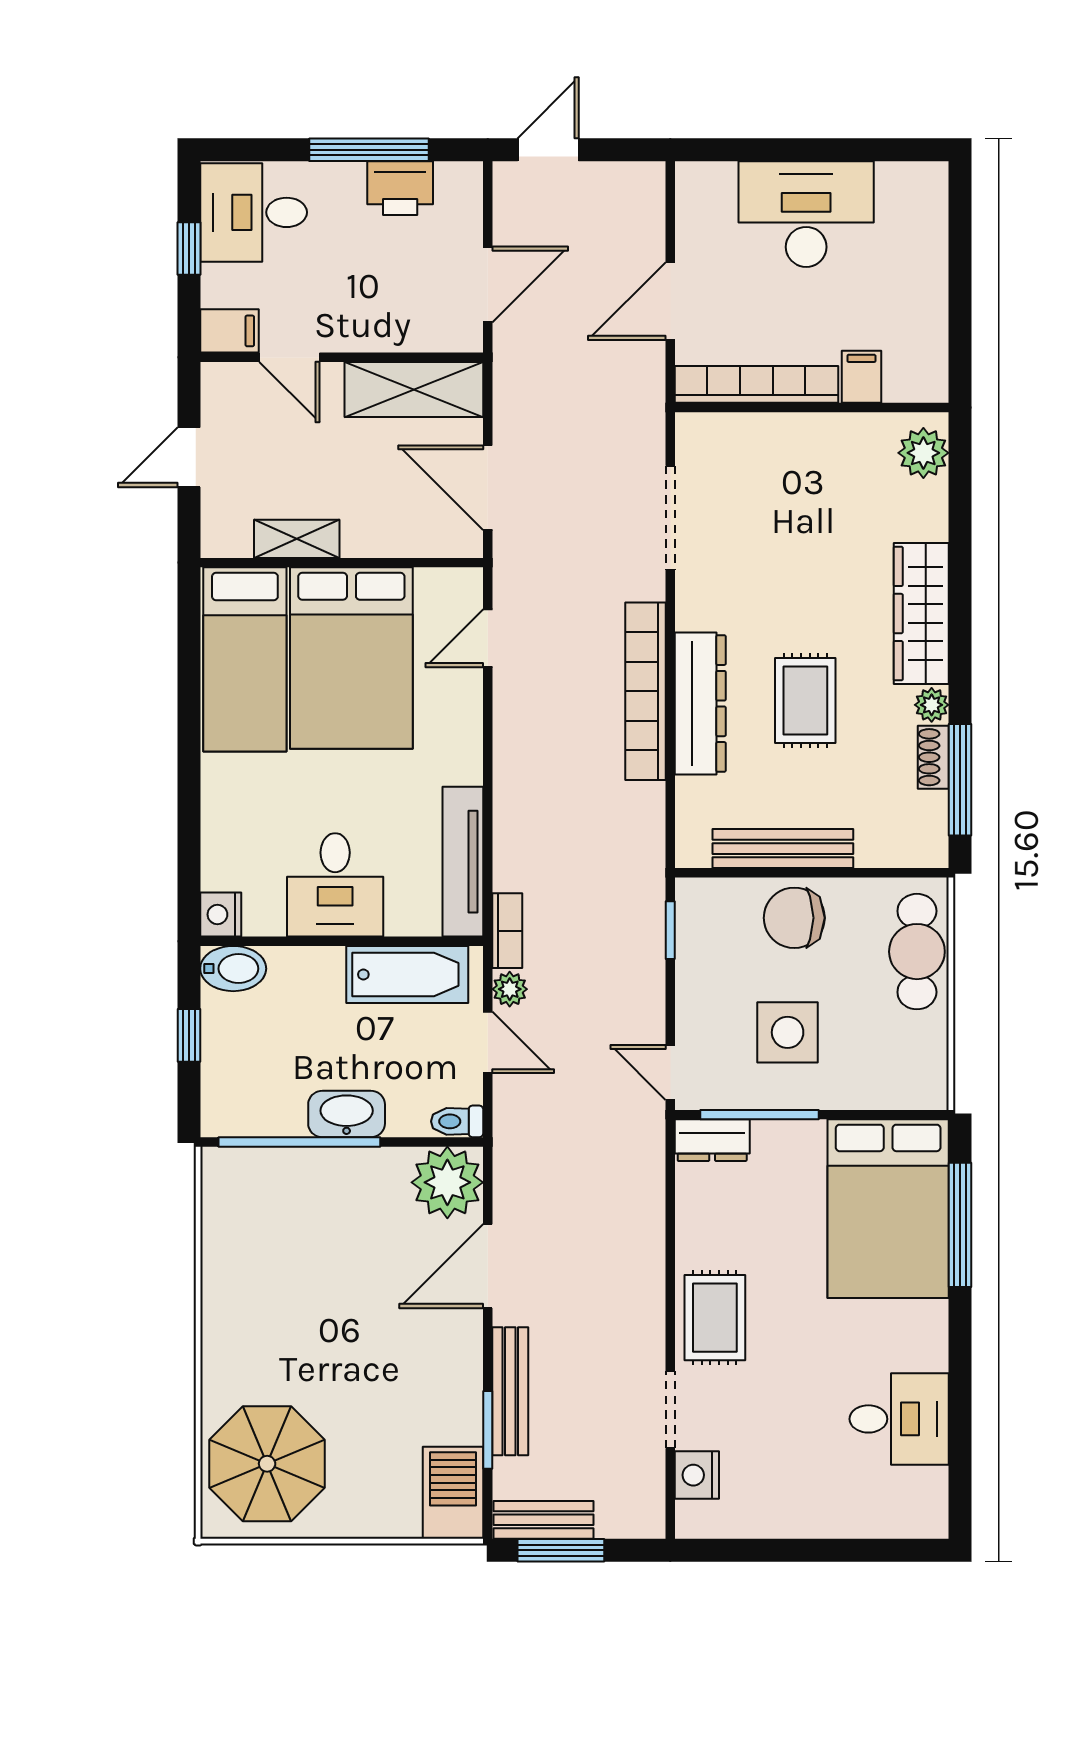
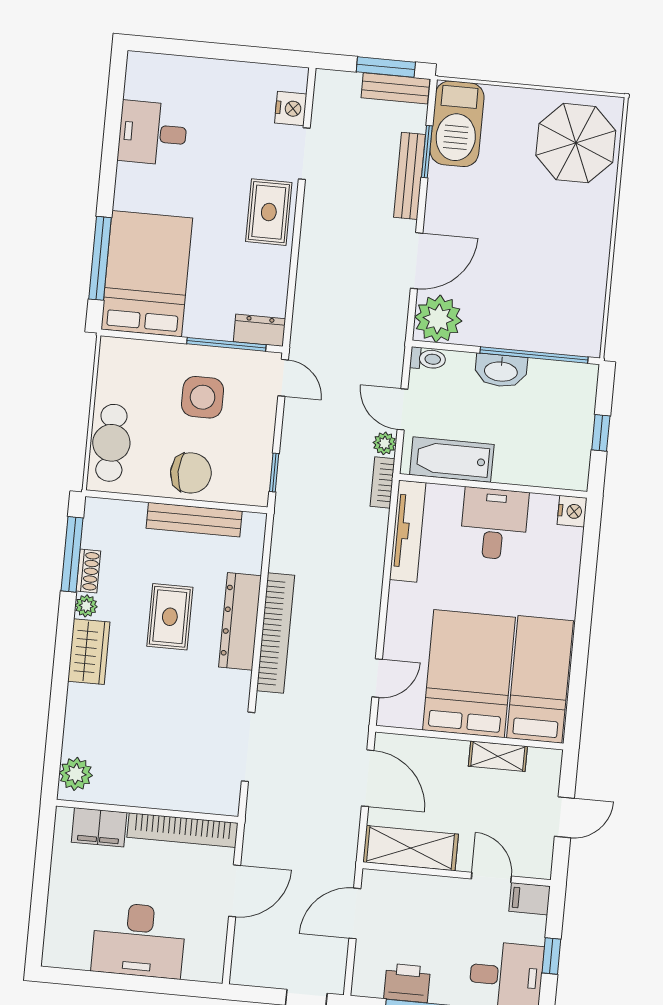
filing cabinet: (861, 377) -> (99, 827), width x2.00
wardrobe: (921, 614) -> (89, 652), width x0.67
bidet: (233, 969) -> (567, 474), removed
barbecue: (453, 1493) -> (457, 124), width x1.37, depth x1.21

